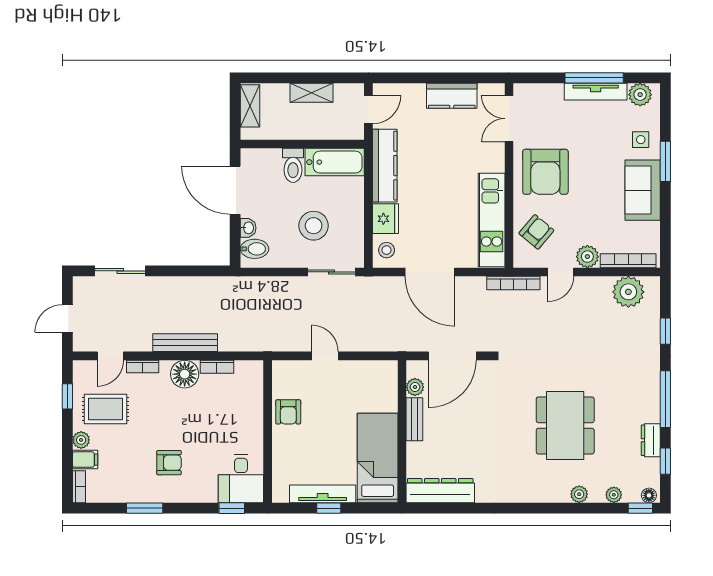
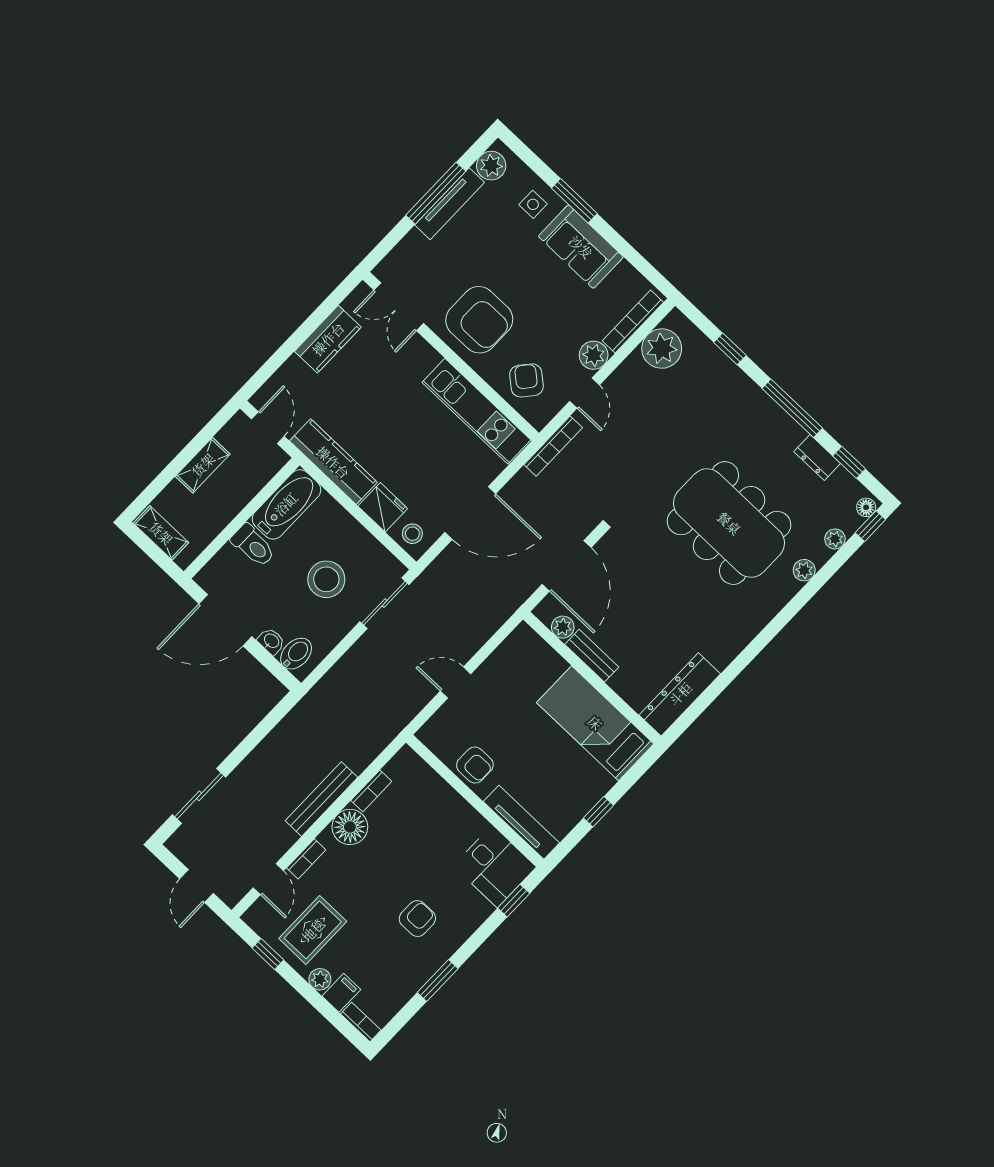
dining table: (565, 425) -> (729, 523), width x1.36, depth x1.24
tv unit: (323, 494) -> (521, 822), moved, turned 90

